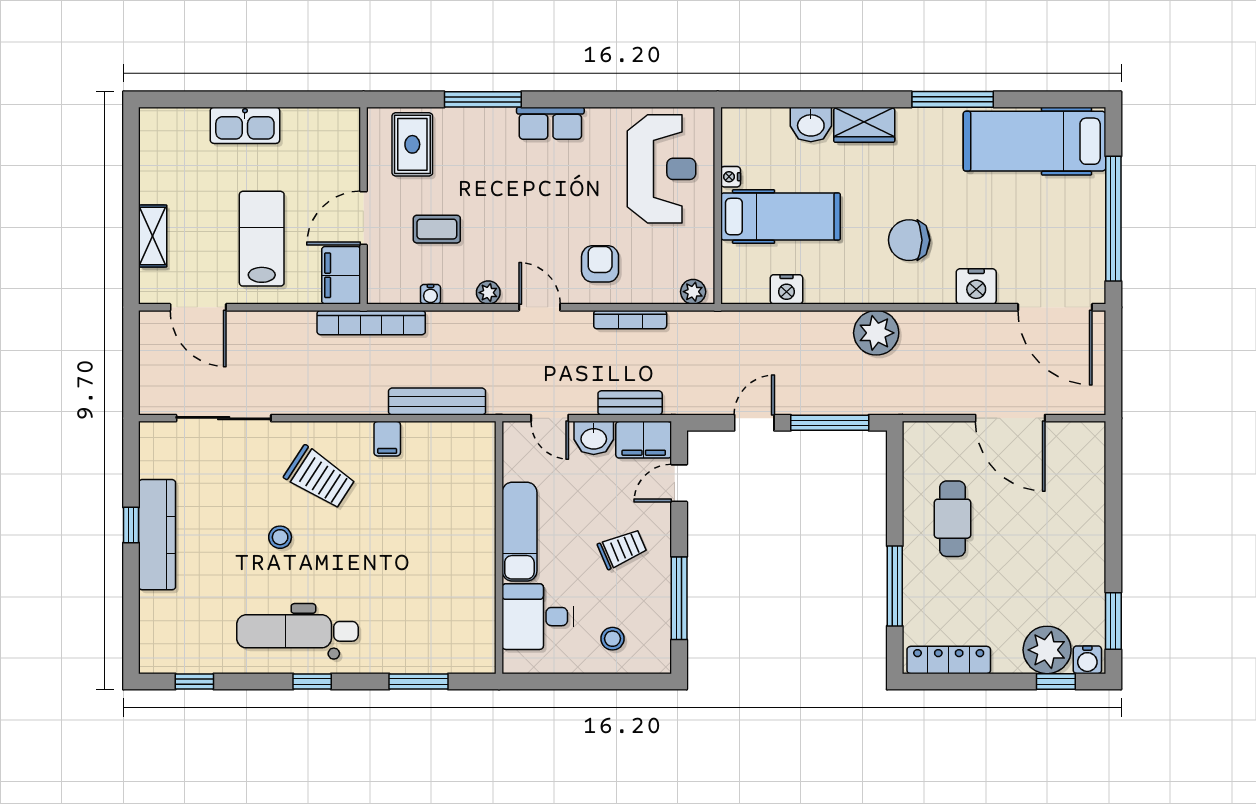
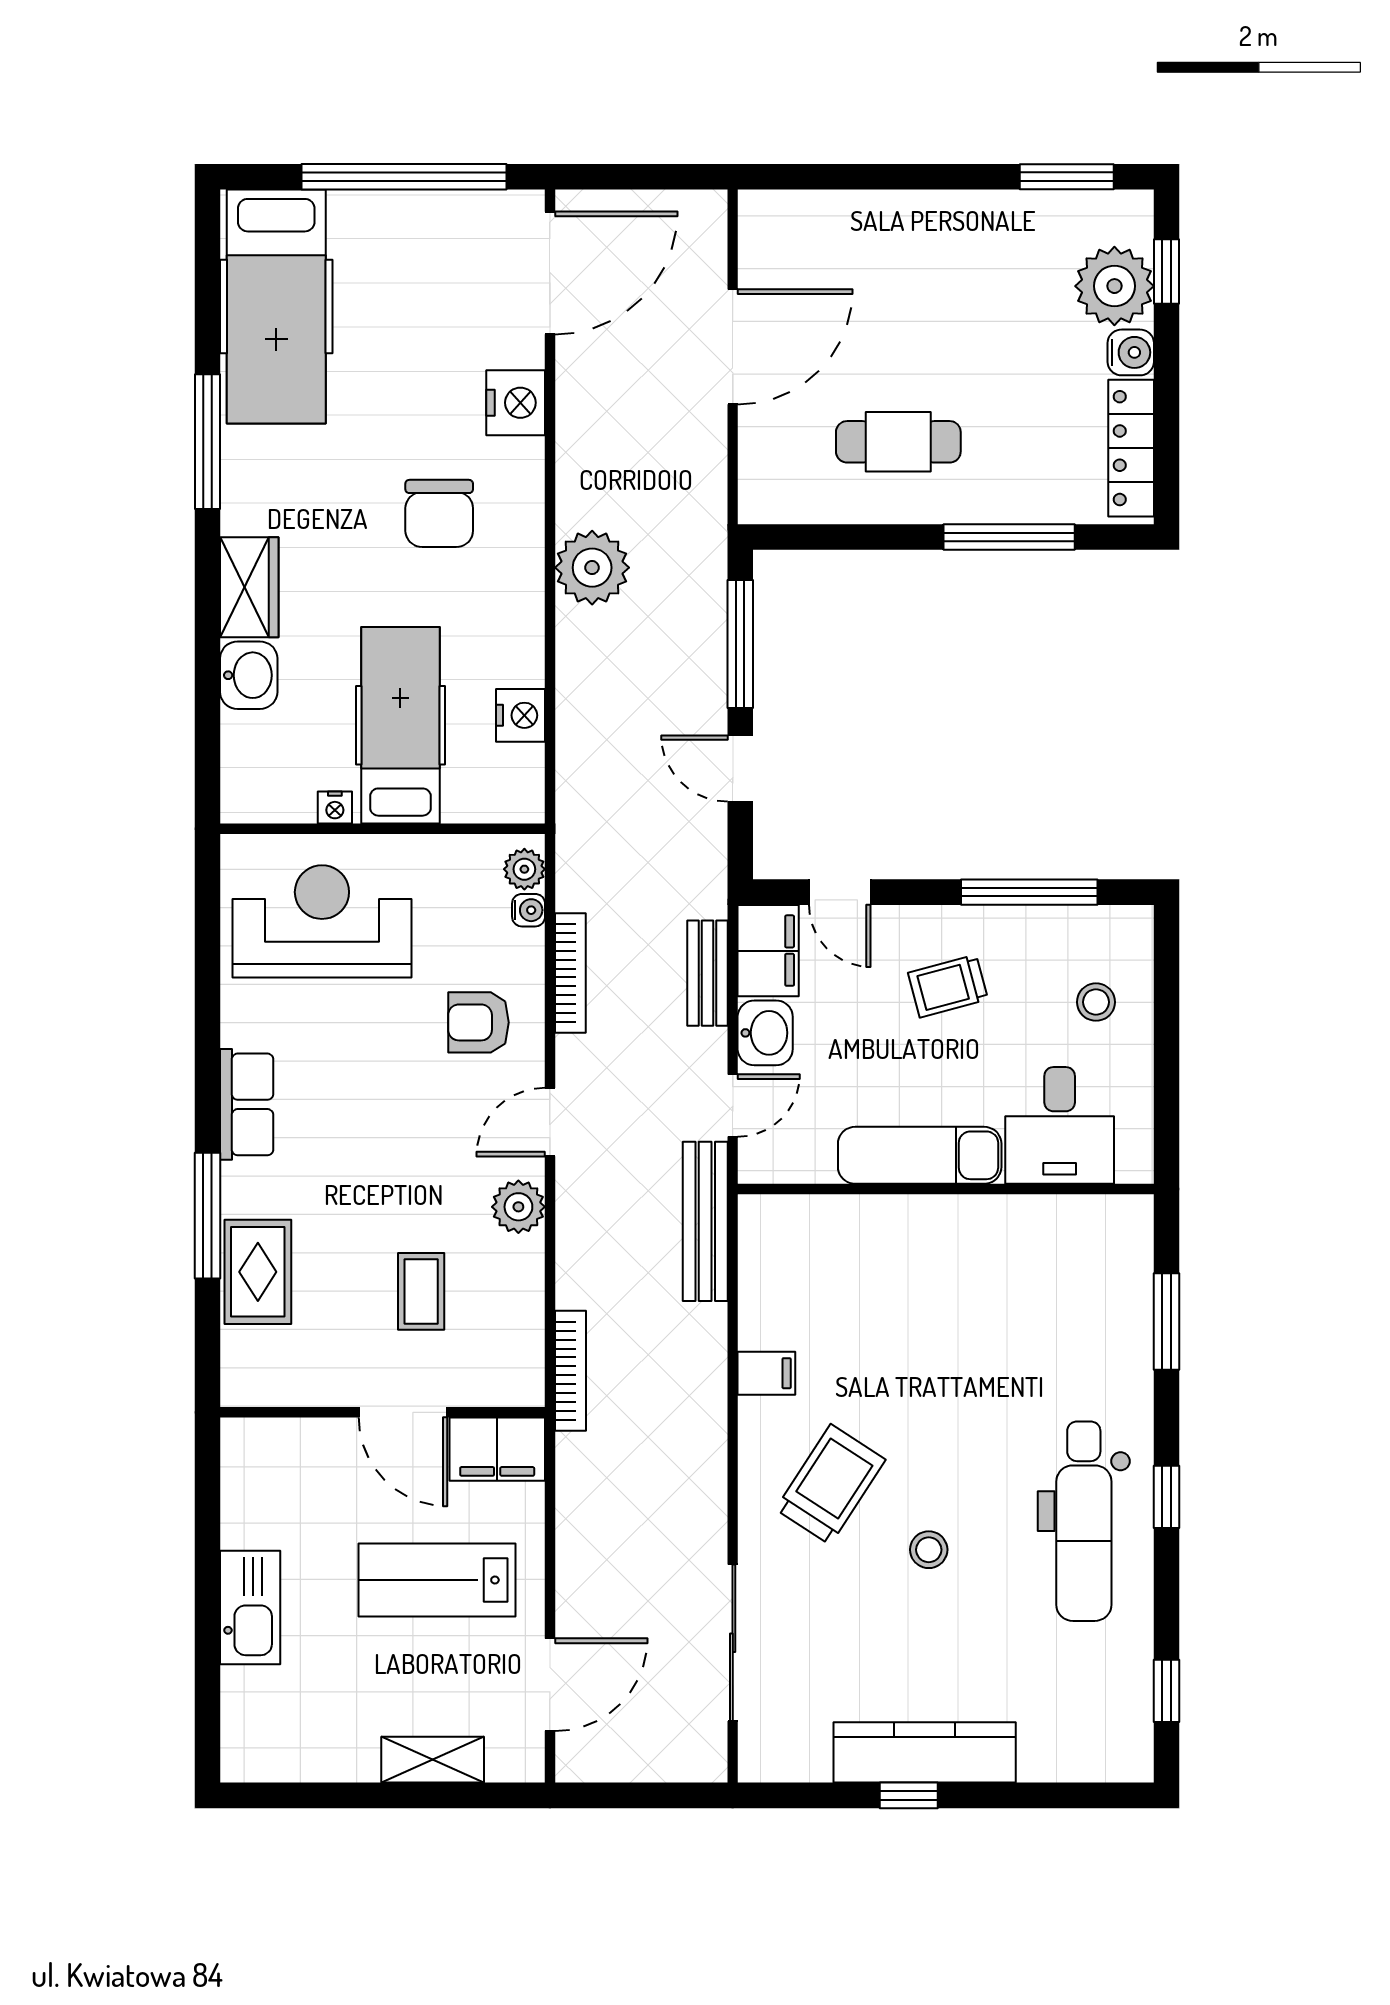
rug: (412, 144) -> (258, 1272), moved, turned 90
plant: (488, 293) -> (518, 1207), width x1.38, depth x1.38
water cooler: (430, 294) -> (529, 910), moved
bookcase: (371, 323) -> (570, 1371), width x0.68, depth x0.76
bench: (437, 402) -> (705, 1221), moved
trolley: (622, 549) -> (948, 986), turned -82
water cooler: (1087, 660) -> (1131, 352), moved

